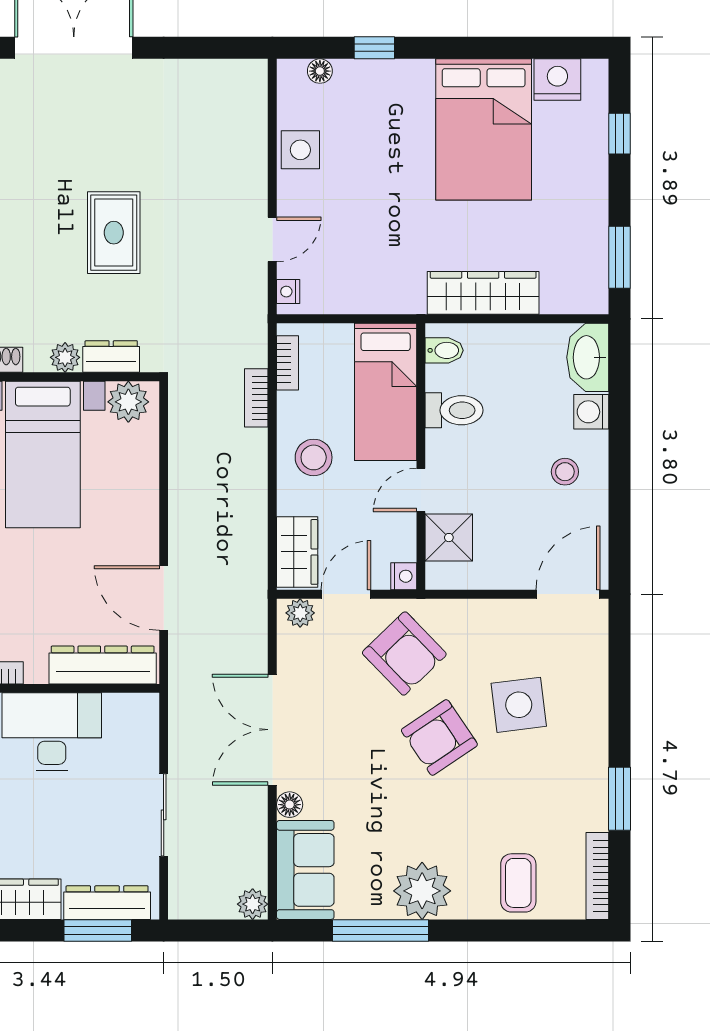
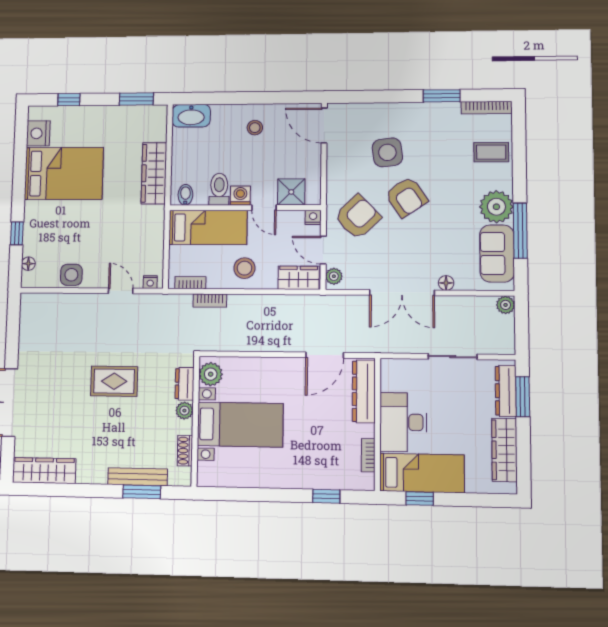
washing machine: (591, 412) -> (240, 196), moved, turned 180
sofa: (305, 870) -> (497, 253), moved, turned -90

